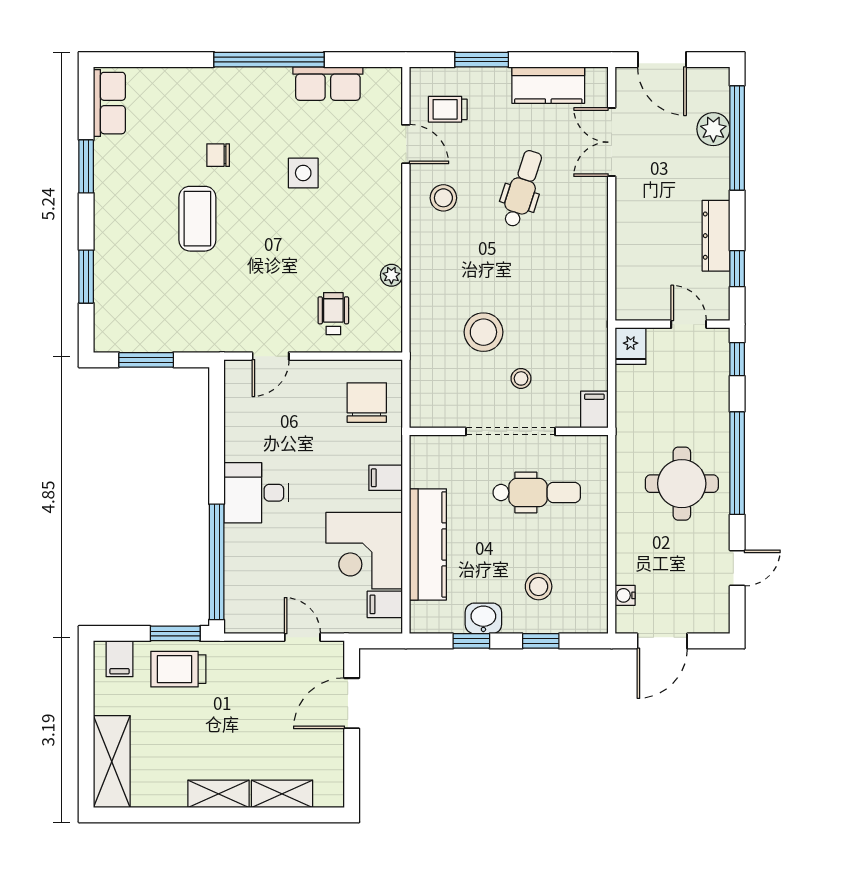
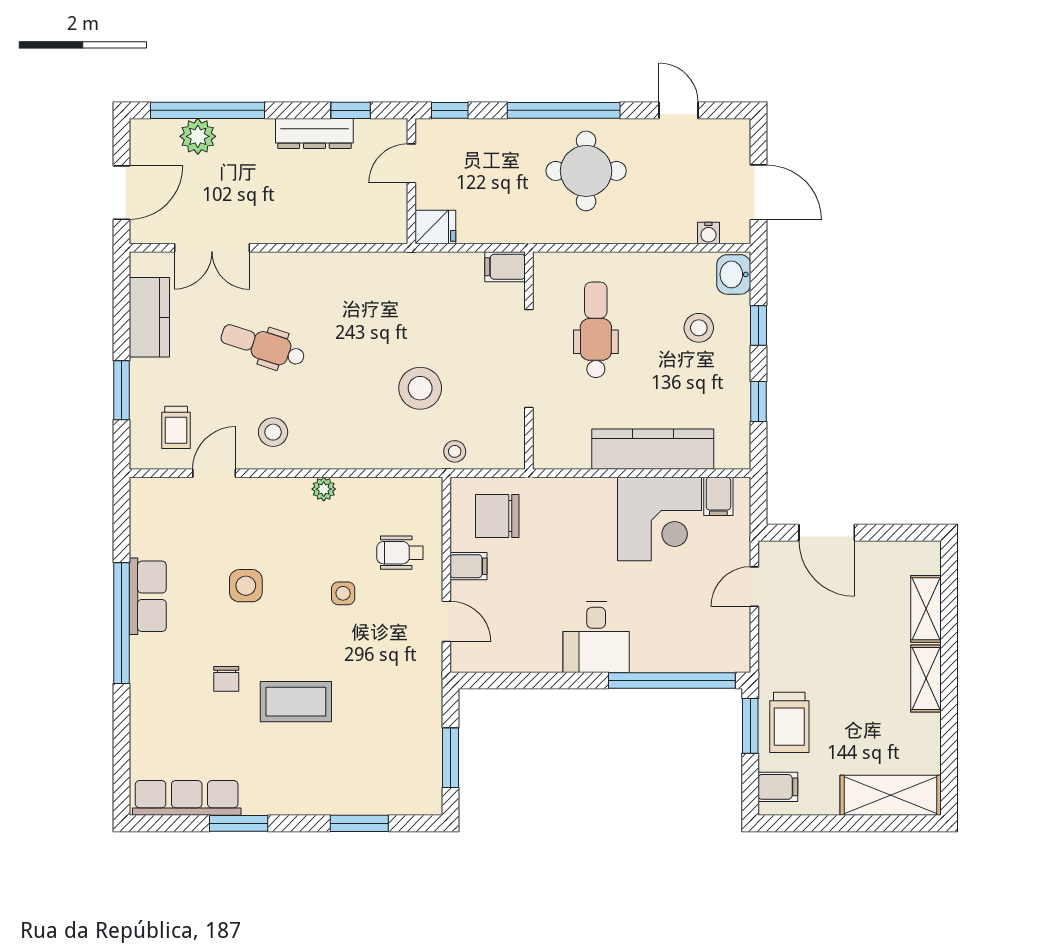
row of seats: (328, 84) -> (148, 596), moved
row of seats: (109, 103) -> (187, 798), width x1.48
side table: (296, 262) -> (343, 593), added
plant: (391, 275) -> (324, 489), moved
stool: (521, 378) -> (455, 451), moved
filing cabinet: (386, 478) -> (469, 566), moved, turned -90
washbasin: (483, 618) -> (734, 274), moved

